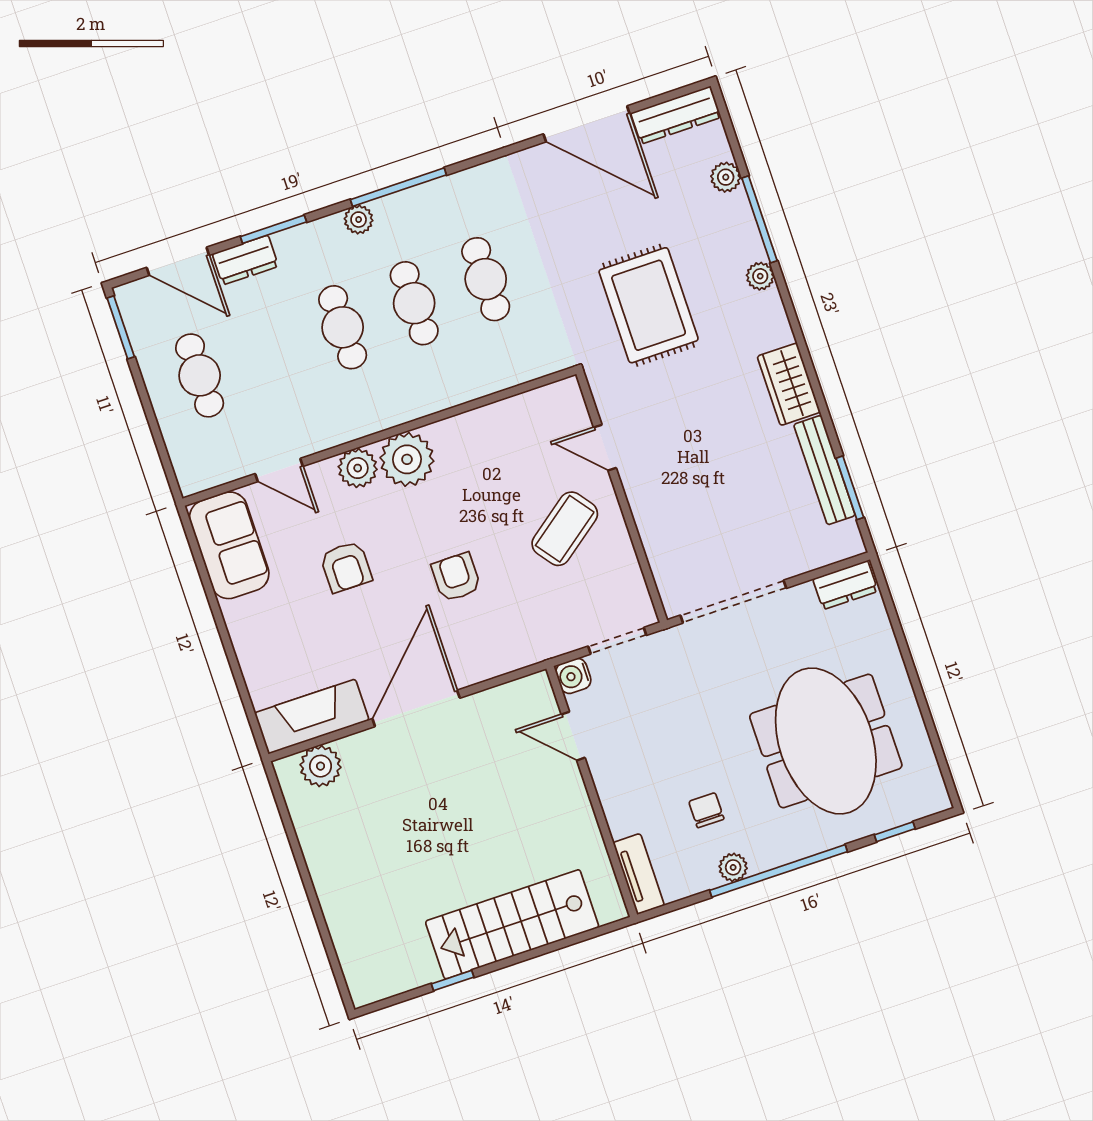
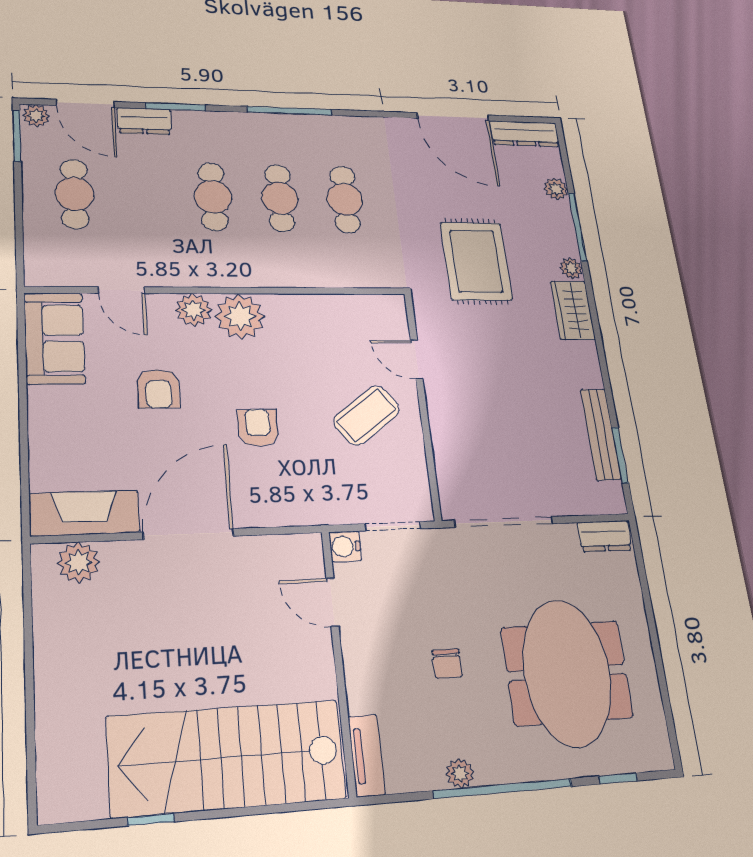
plant: (359, 220) -> (36, 116), moved
wardrobe: (789, 384) -> (573, 310), moved
chair: (706, 810) -> (447, 664), moved, turned 180
stairs: (512, 924) -> (227, 758), width x1.36, depth x1.51

